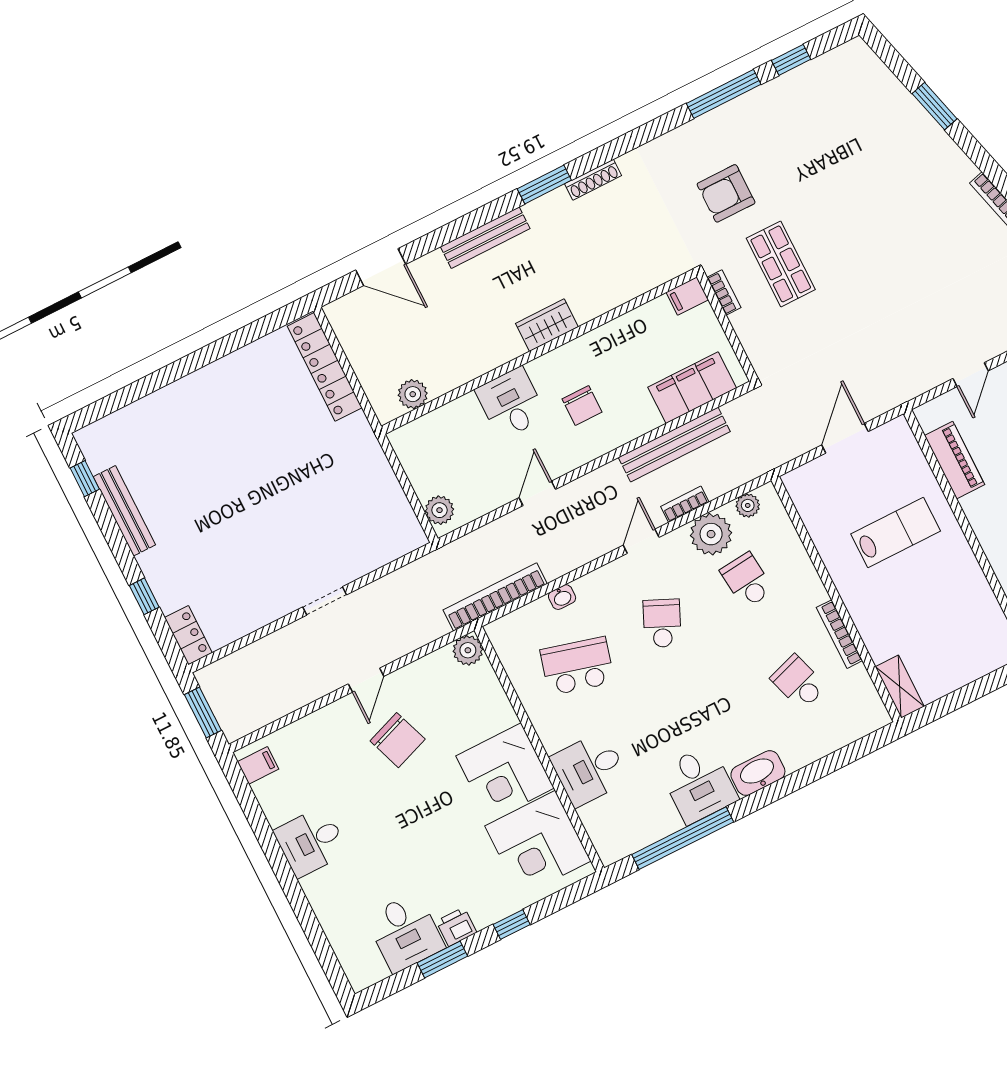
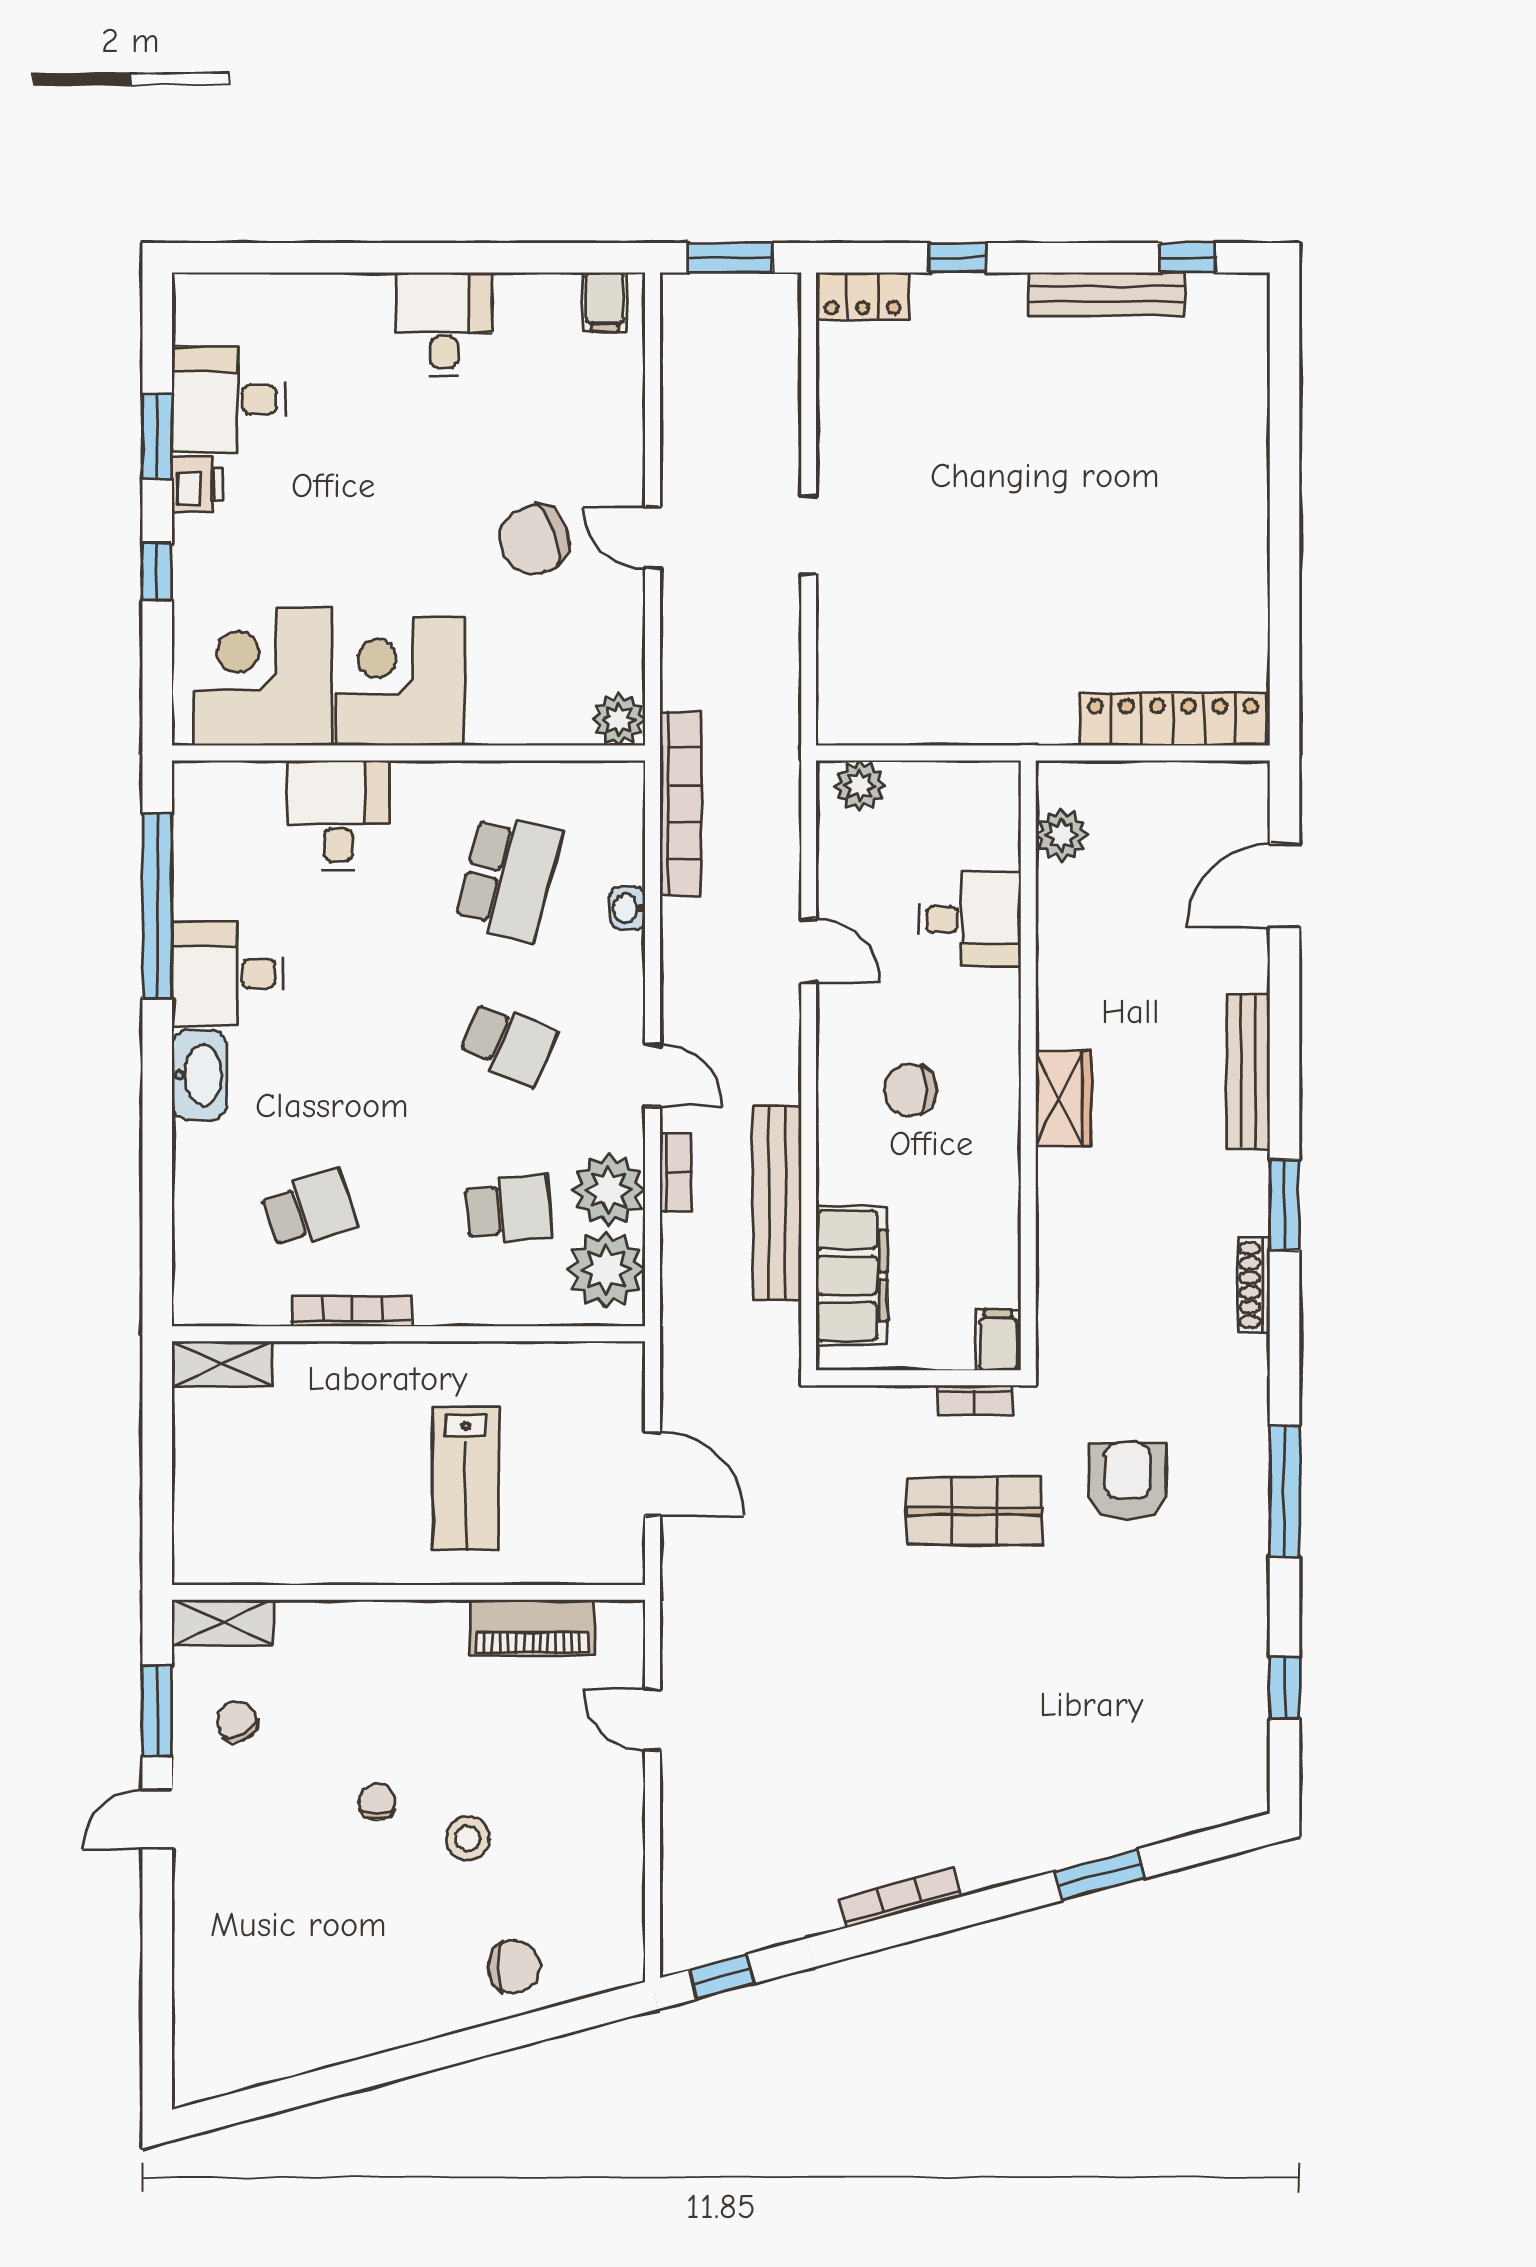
window: (724, 94) -> (1284, 1491), moved
desk: (511, 403) -> (970, 919), moved
plant: (748, 505) -> (606, 1270), width x1.88, depth x1.88

